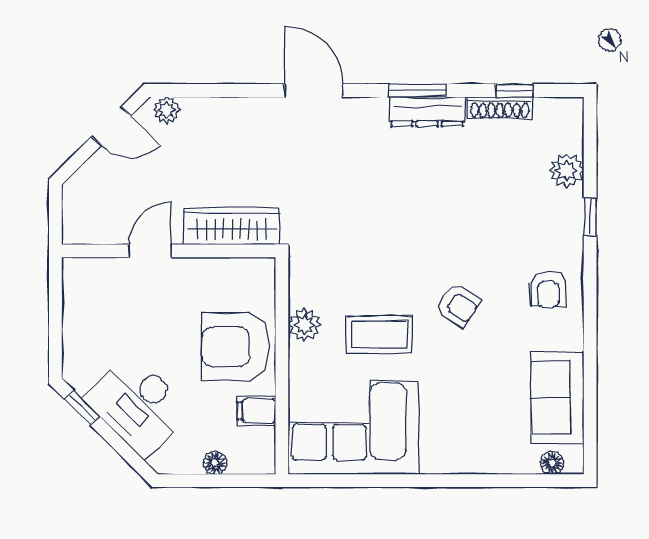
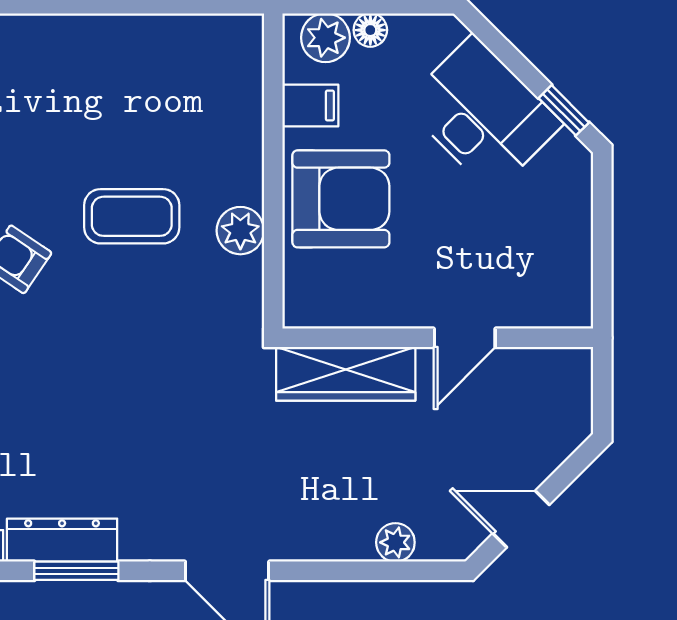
plant: (167, 110) -> (395, 542), moved
corner sofa: (354, 428) -> (169, 81), removed
plant: (246, 457) -> (325, 38), added

